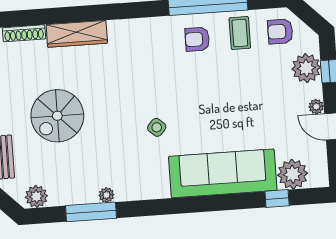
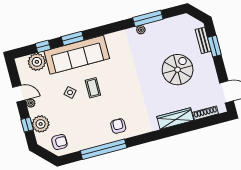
coffee table: (240, 33) -> (93, 88), moved
armchair: (197, 39) -> (118, 126), moved, turned -90
side table: (157, 127) -> (70, 92), moved
plant: (36, 196) -> (181, 21), removed
window: (225, 202) -> (73, 38), added

